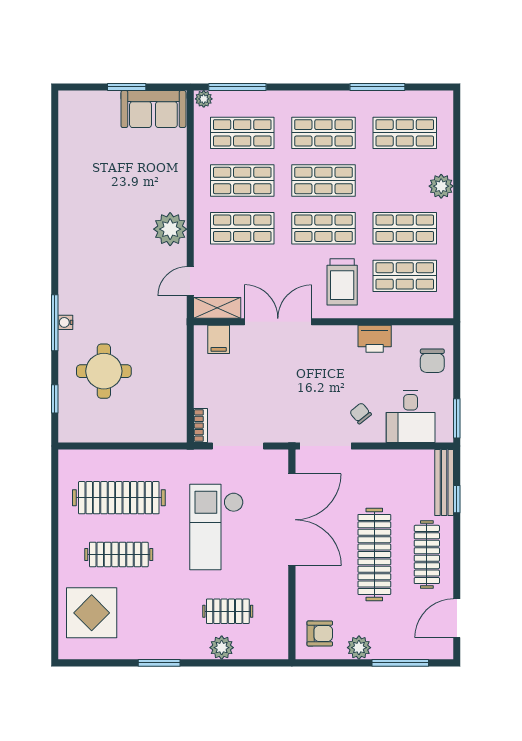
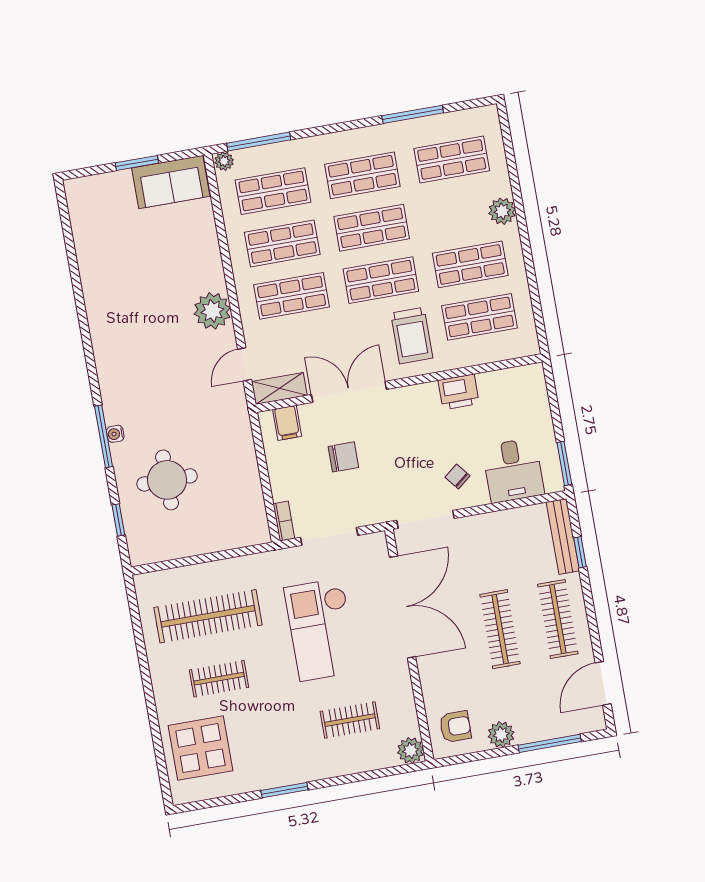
chair: (432, 361) -> (343, 457), moved, turned -90
clothes rail: (119, 554) -> (219, 679), width x0.73
clothes rail: (374, 554) -> (500, 629), width x0.73, depth x0.76
plant: (222, 648) -> (411, 750), moved

